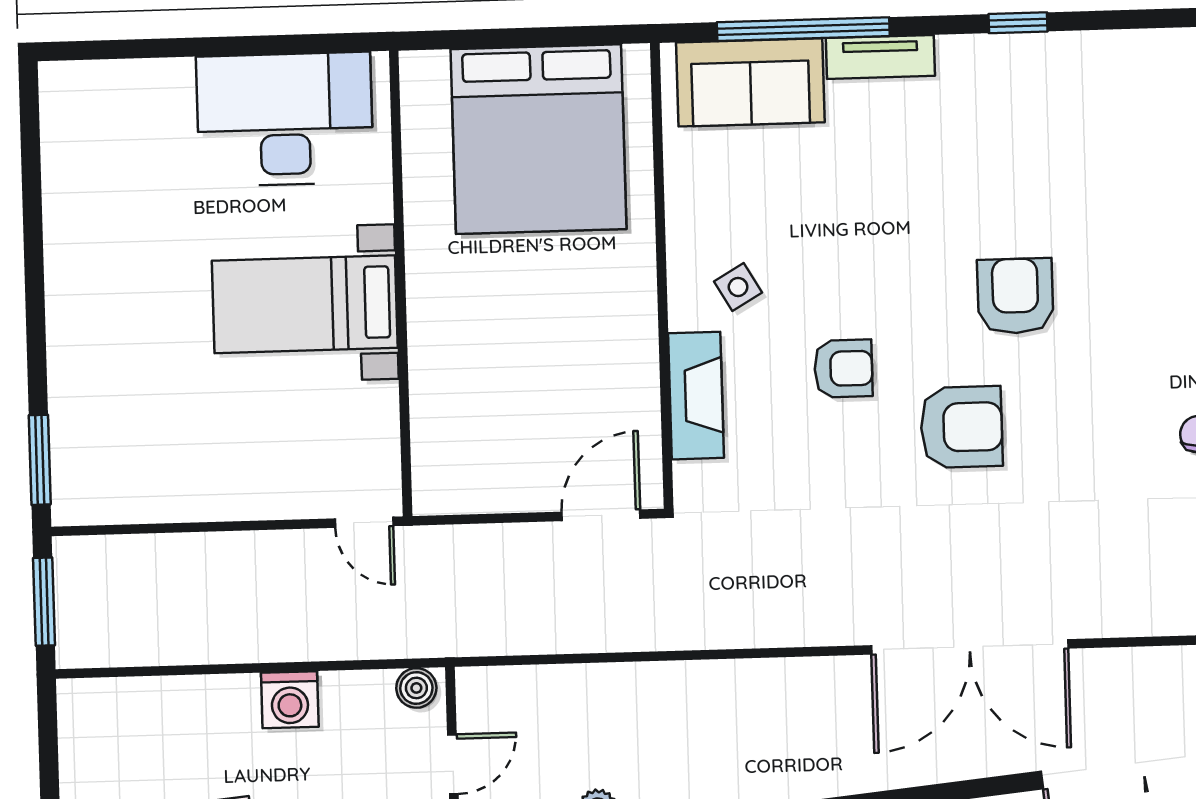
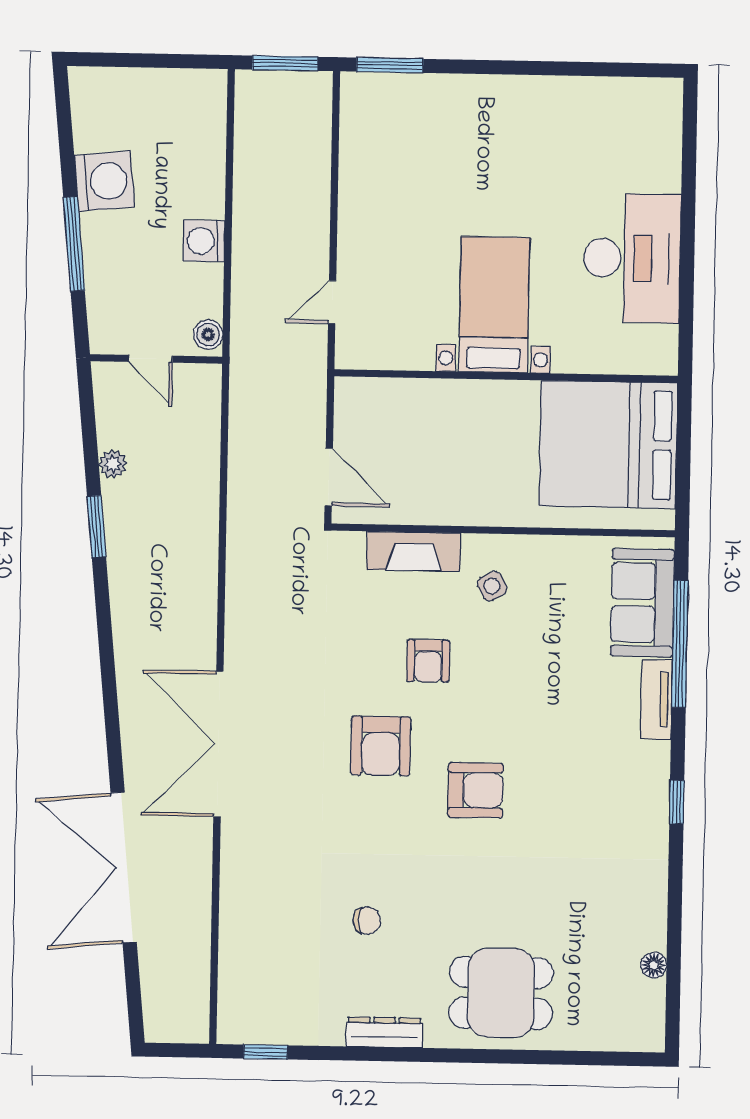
wall: (401, 283) -> (506, 376), moved
bed with nightstands: (305, 304) -> (494, 305), moved

